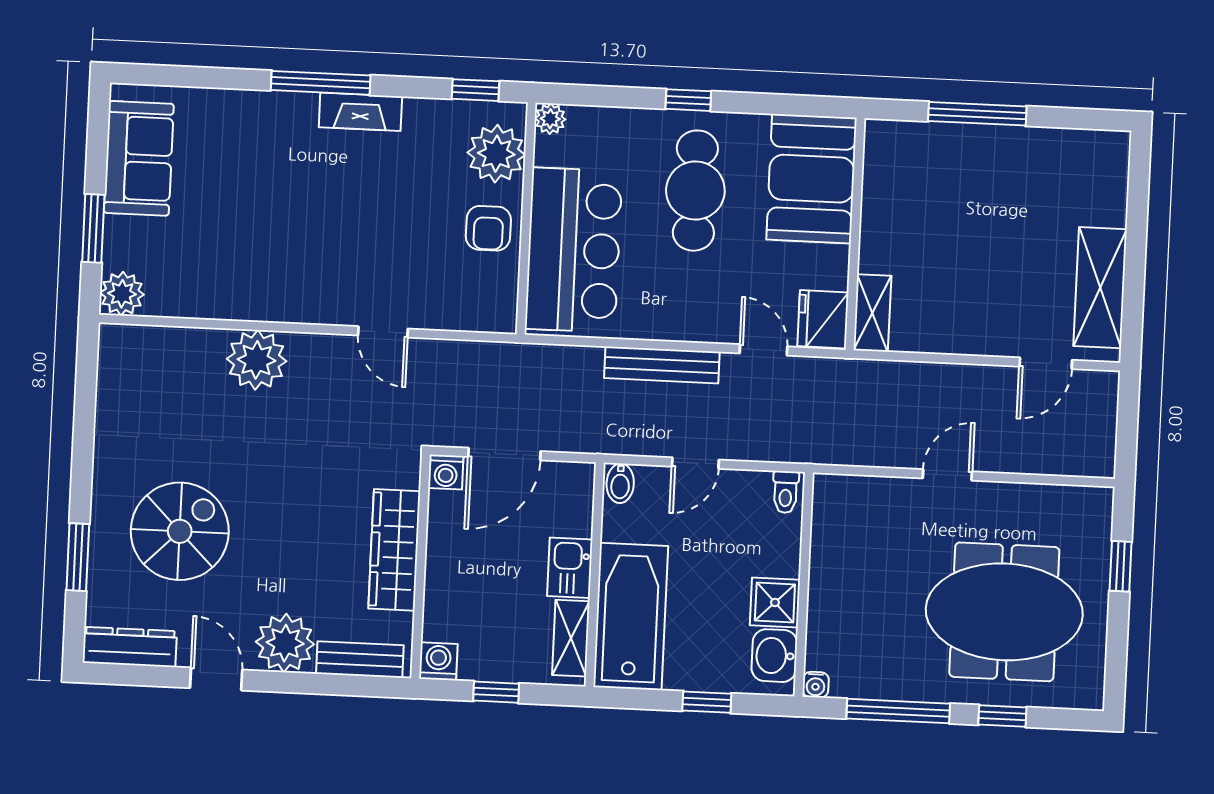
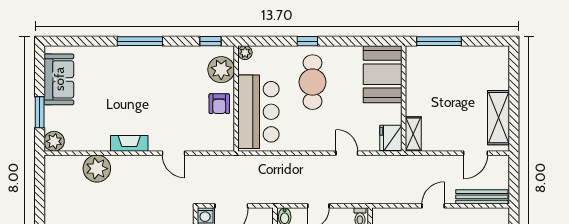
fireplace: (360, 112) -> (129, 143), moved, turned 180
booth: (811, 179) -> (383, 74), moved
wall: (855, 234) -> (404, 98), moved
shelving: (872, 313) -> (413, 134), moved
fridge: (823, 319) -> (391, 138), moved
plant: (257, 360) -> (97, 169), moved
bench: (662, 365) -> (482, 197), moved

